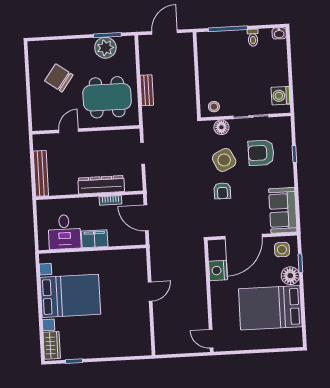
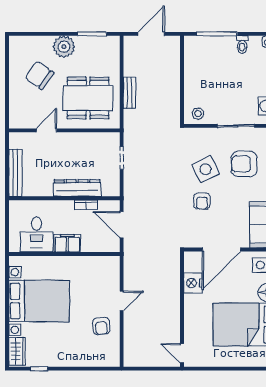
plant: (105, 48) -> (64, 47), moved
floor lamp: (221, 127) -> (205, 135), removed
armchair: (132, 317) -> (101, 326), added

